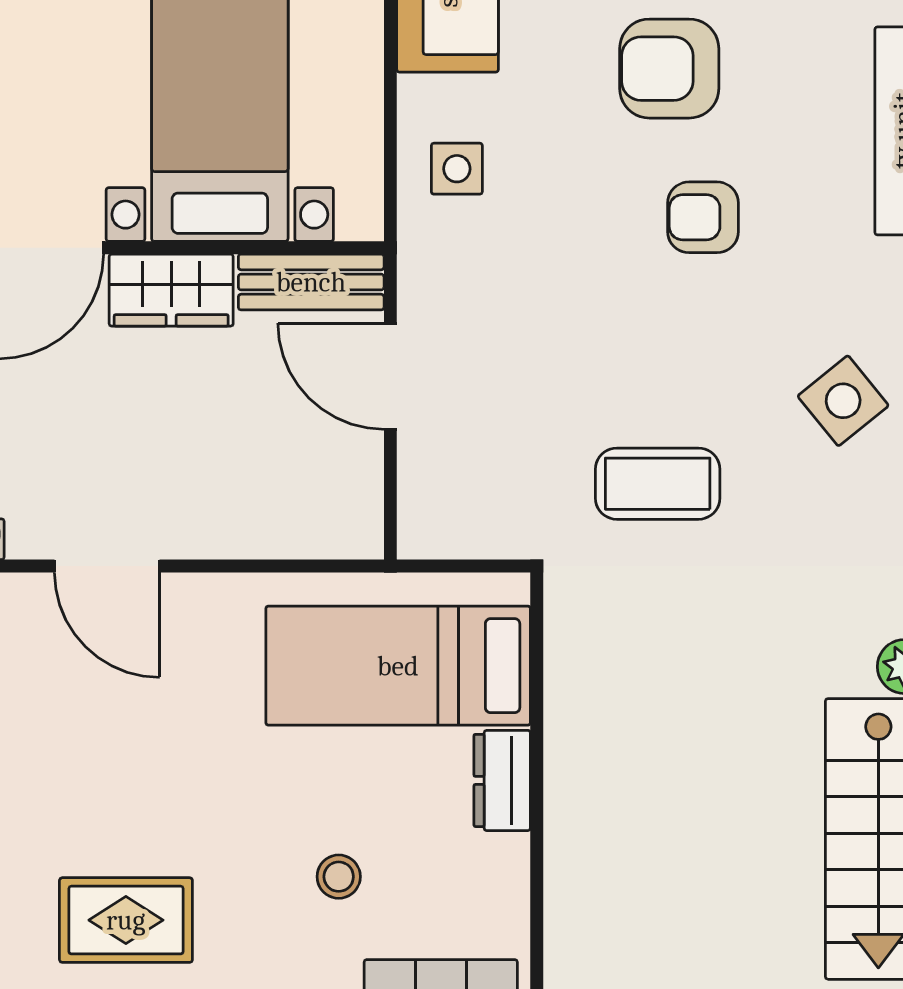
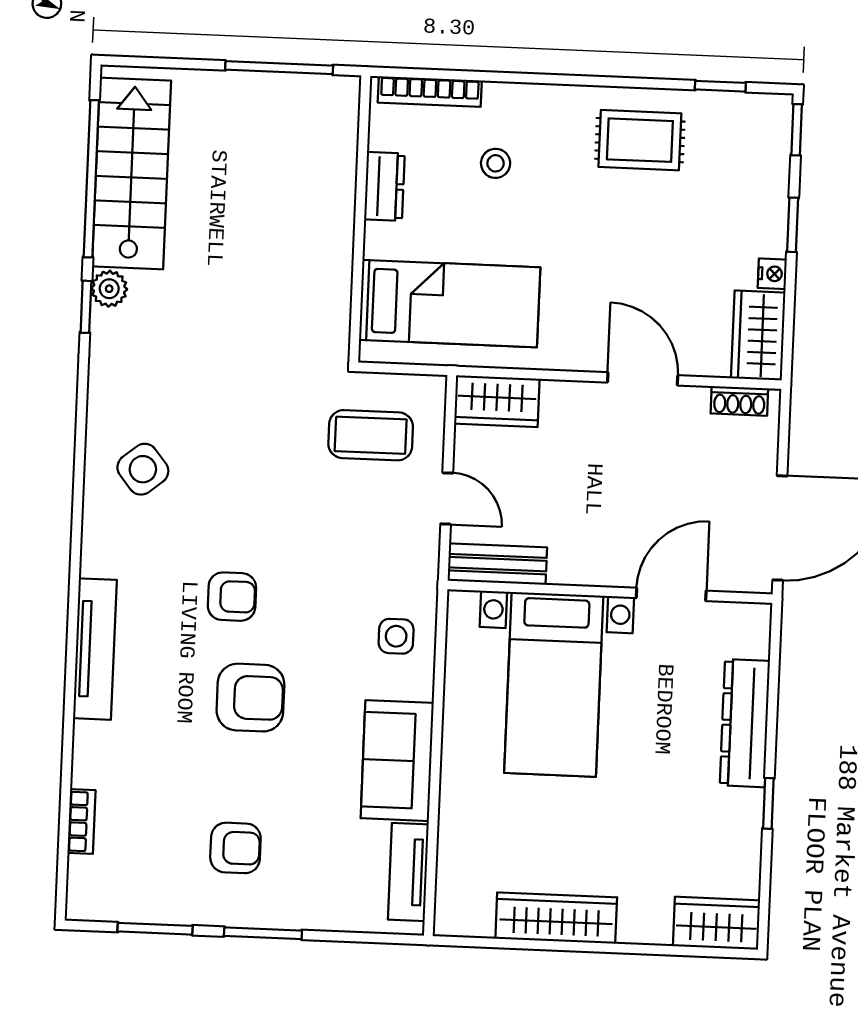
wardrobe: (171, 290) -> (497, 401), moved, turned 180
door: (390, 376) -> (447, 499), width x0.73
coffee table: (658, 484) -> (371, 435), moved
dresser: (502, 780) -> (384, 186), moved

